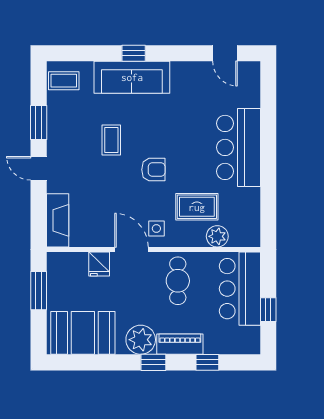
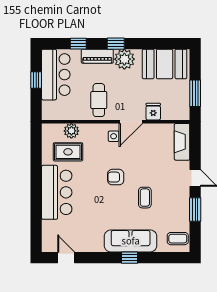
rug: (197, 207) -> (68, 152), moved
door: (131, 250) -> (131, 122), hinge flipped
bar counter: (240, 289) -> (56, 75), moved

